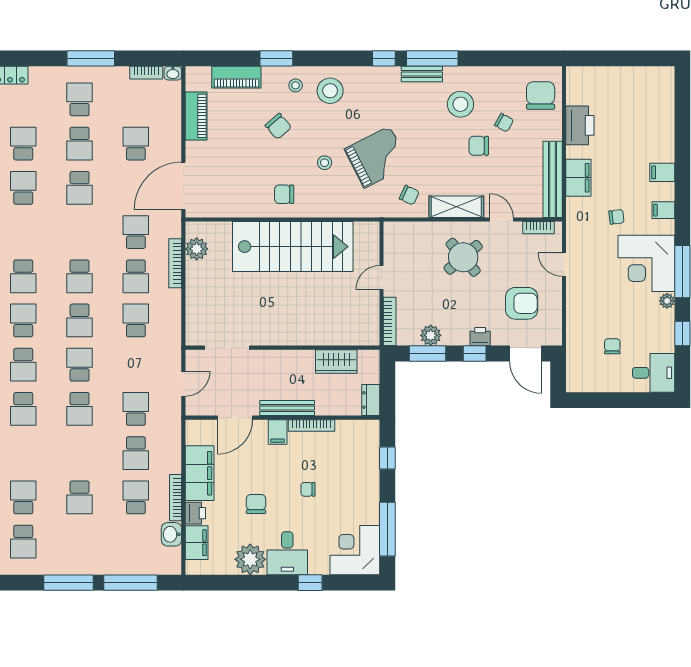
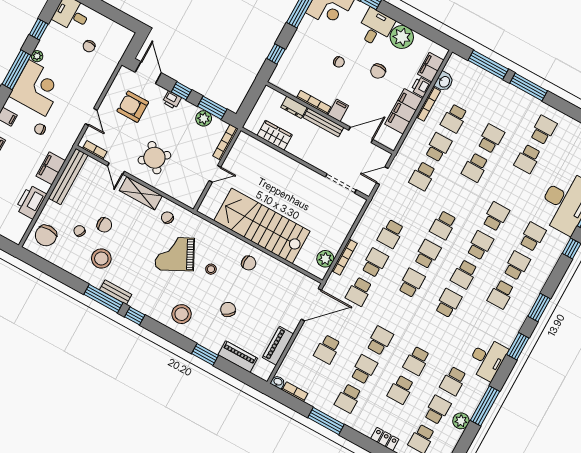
stool: (296, 85) -> (202, 330), removed
dresser: (371, 400) -> (294, 107), moved, turned 90
school desk: (80, 409) -> (475, 167), moved, turned 180

